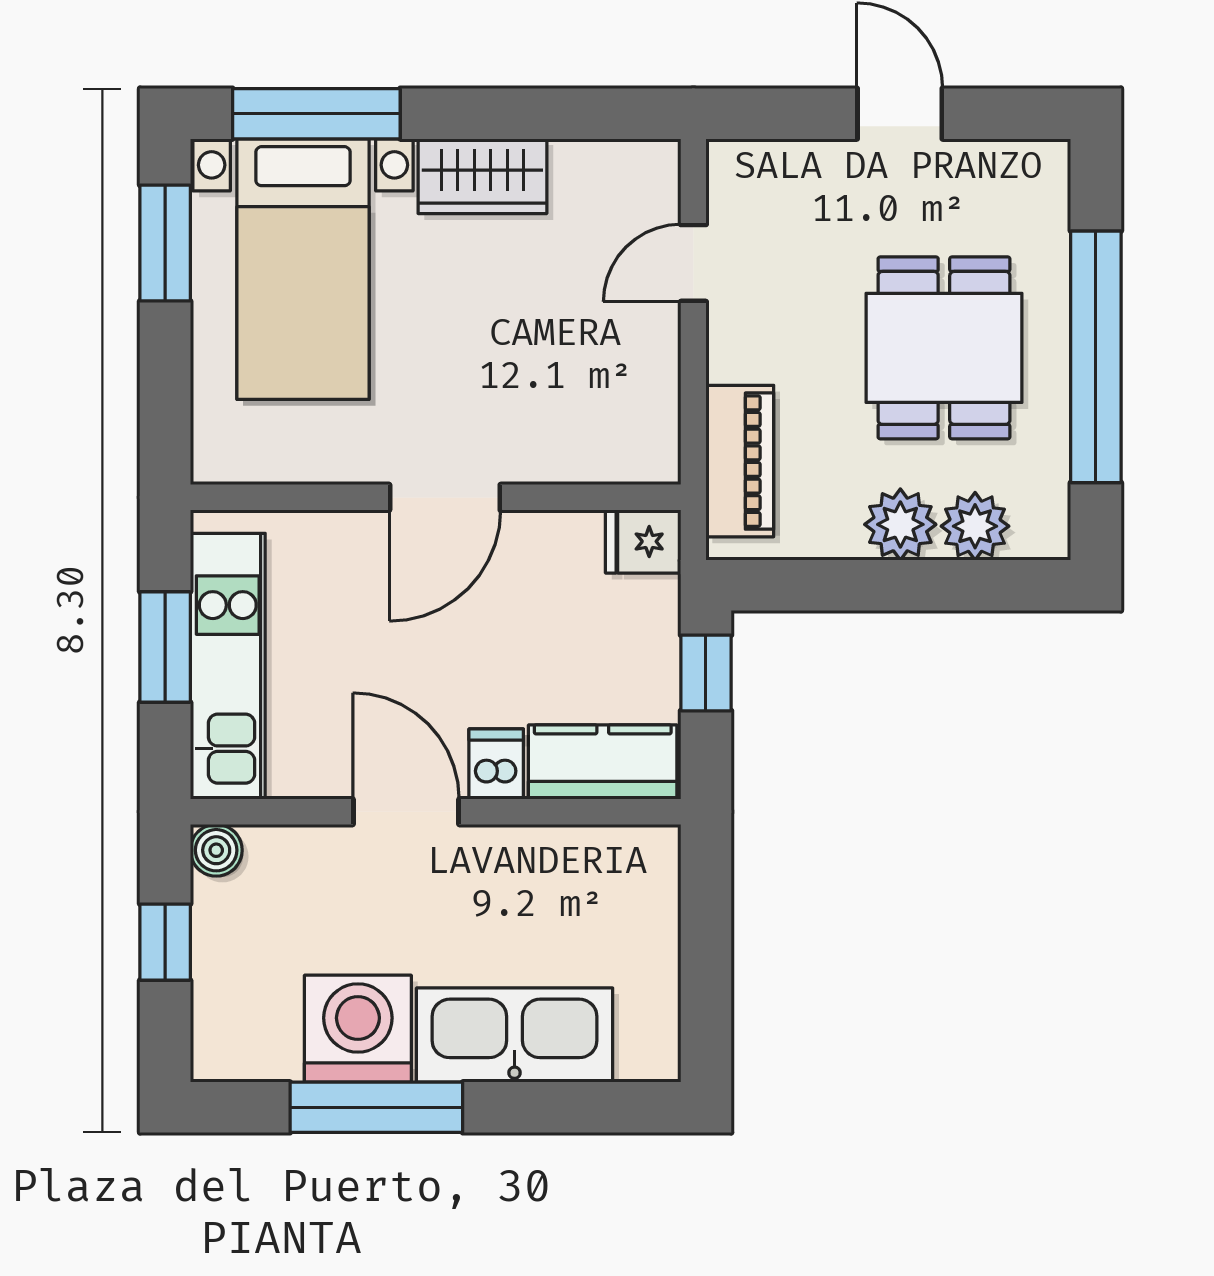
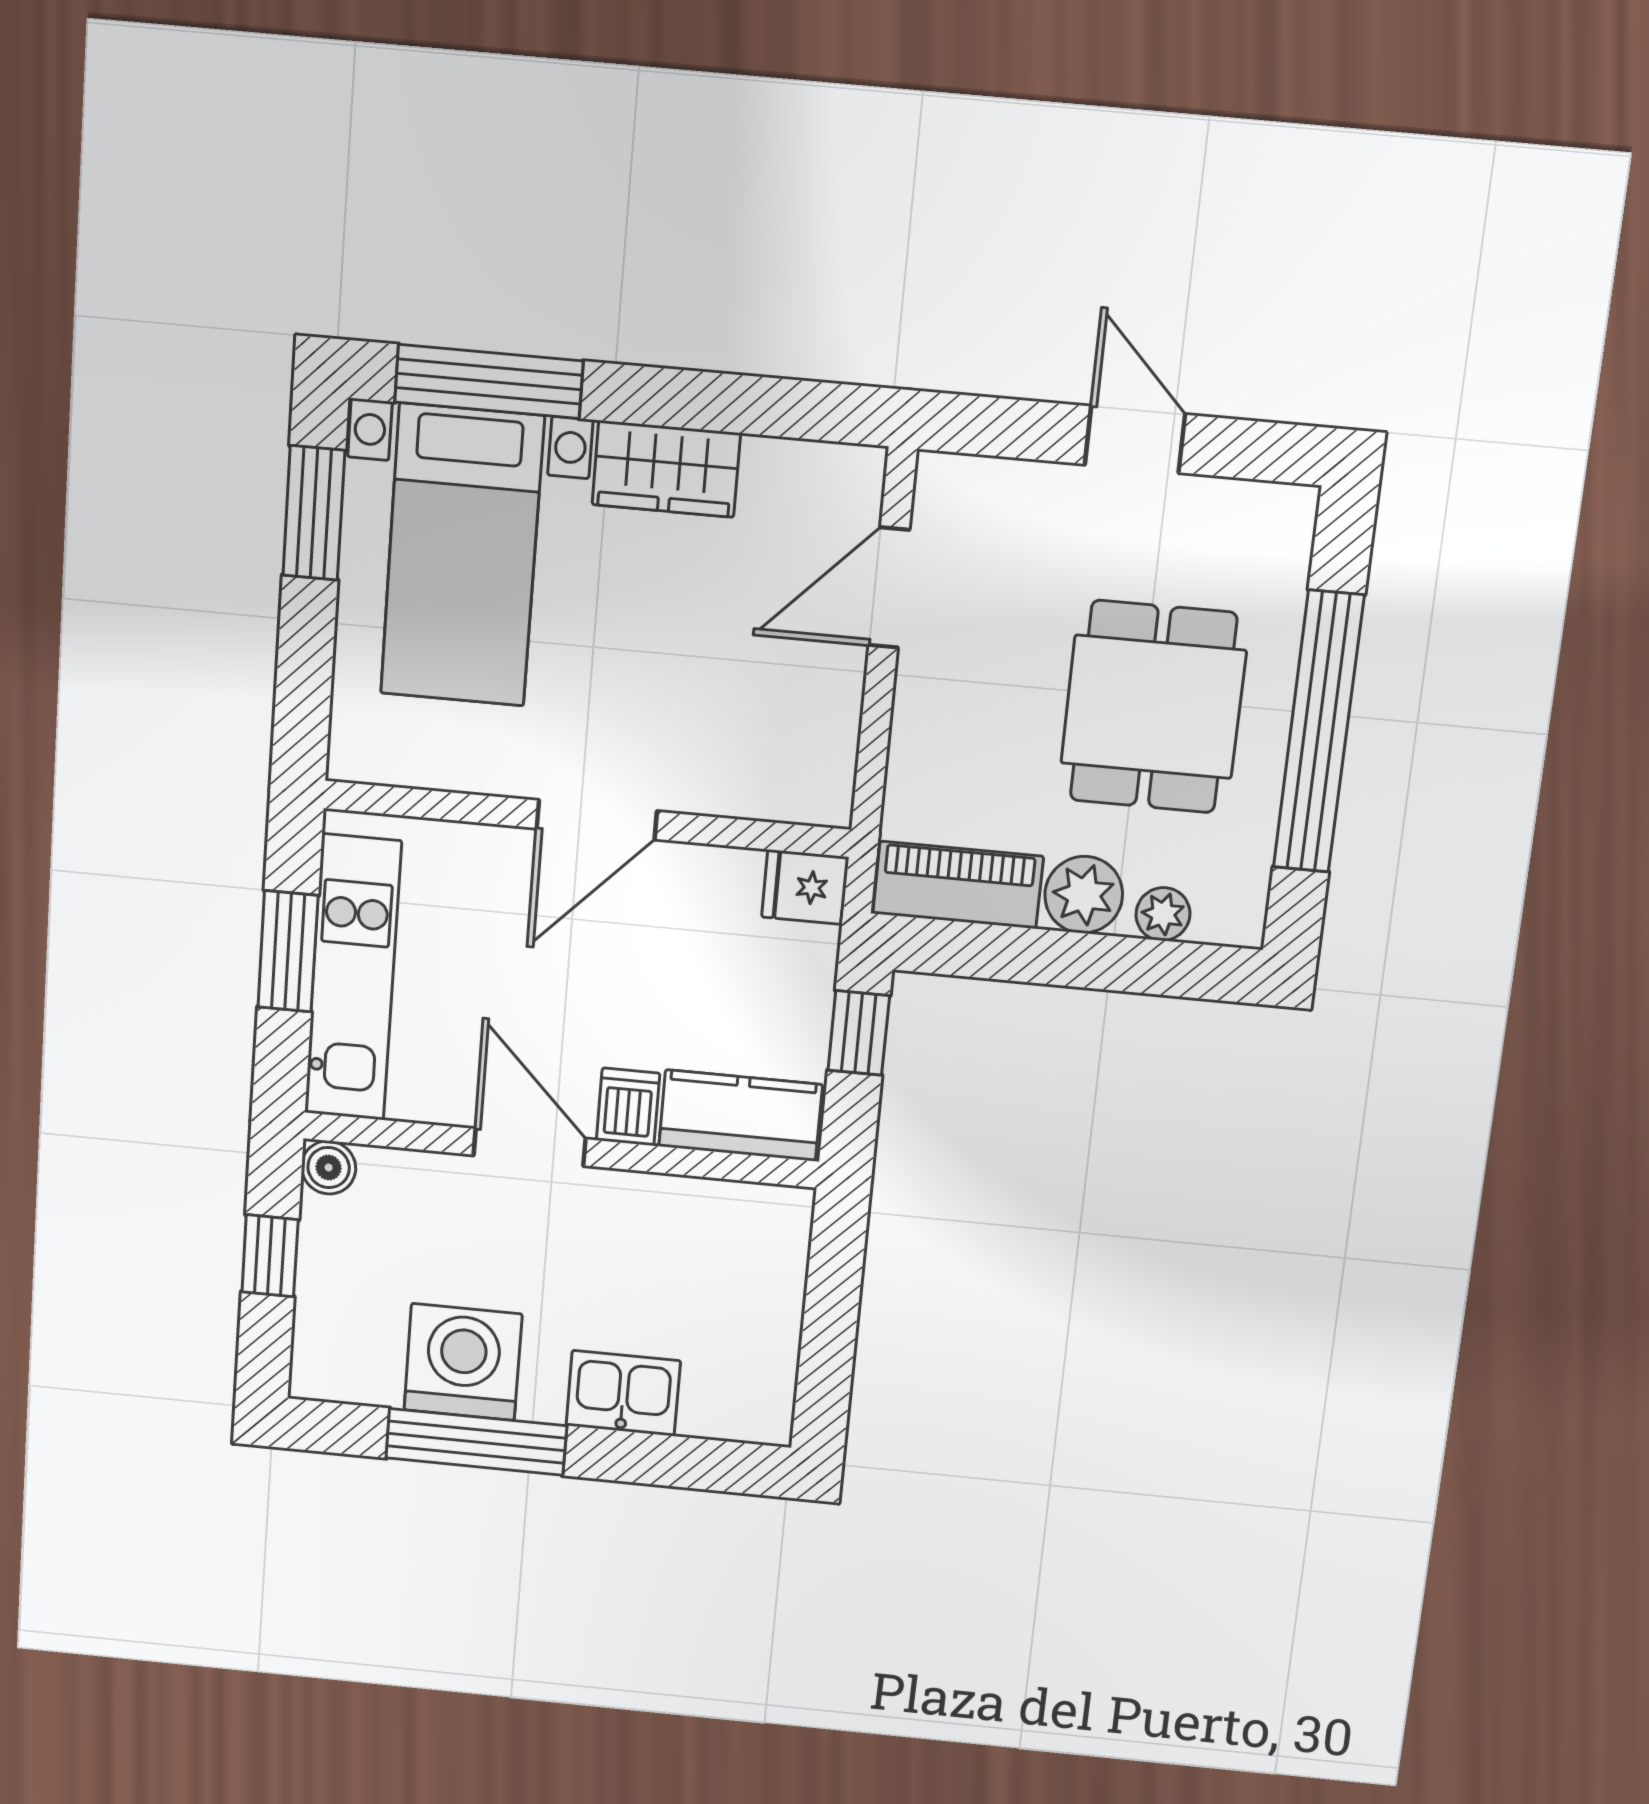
door: (693, 263) -> (889, 588), width x1.37
piano: (740, 461) -> (958, 885), moved, turned -90
plant: (975, 526) -> (1163, 914), width x0.73, depth x0.73
kitchen sink: (515, 1035) -> (623, 1393), width x0.53, depth x0.81

